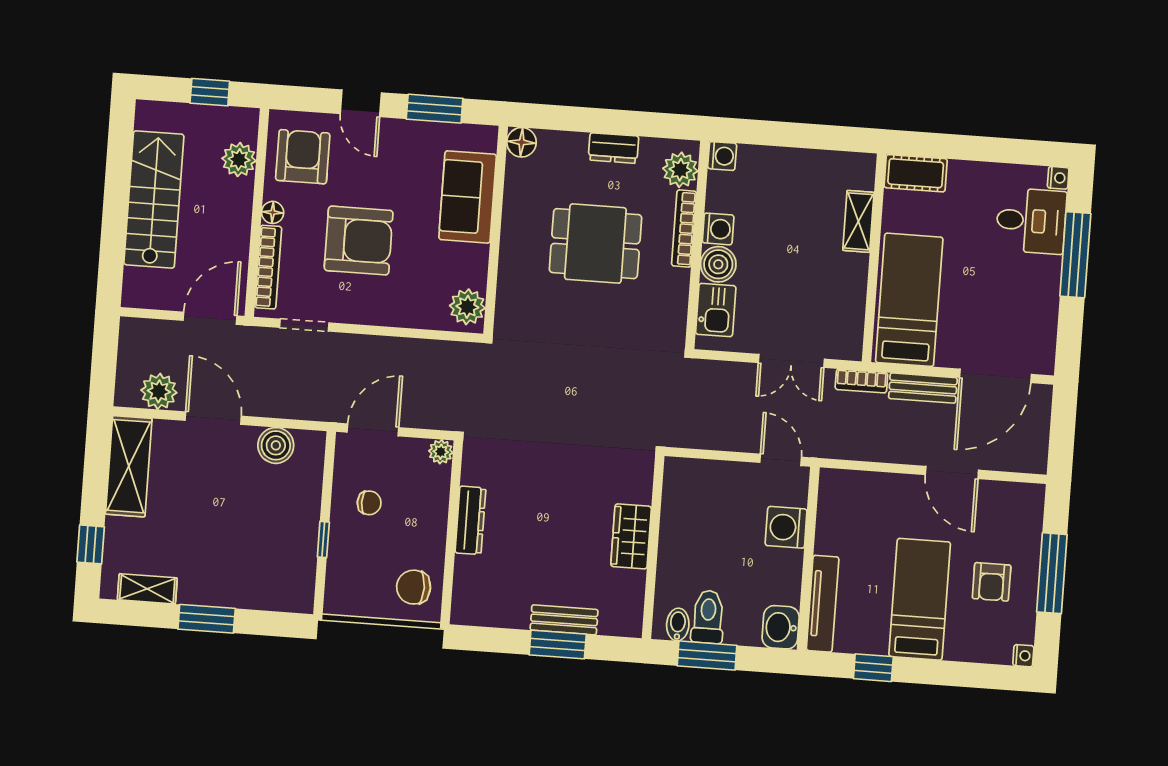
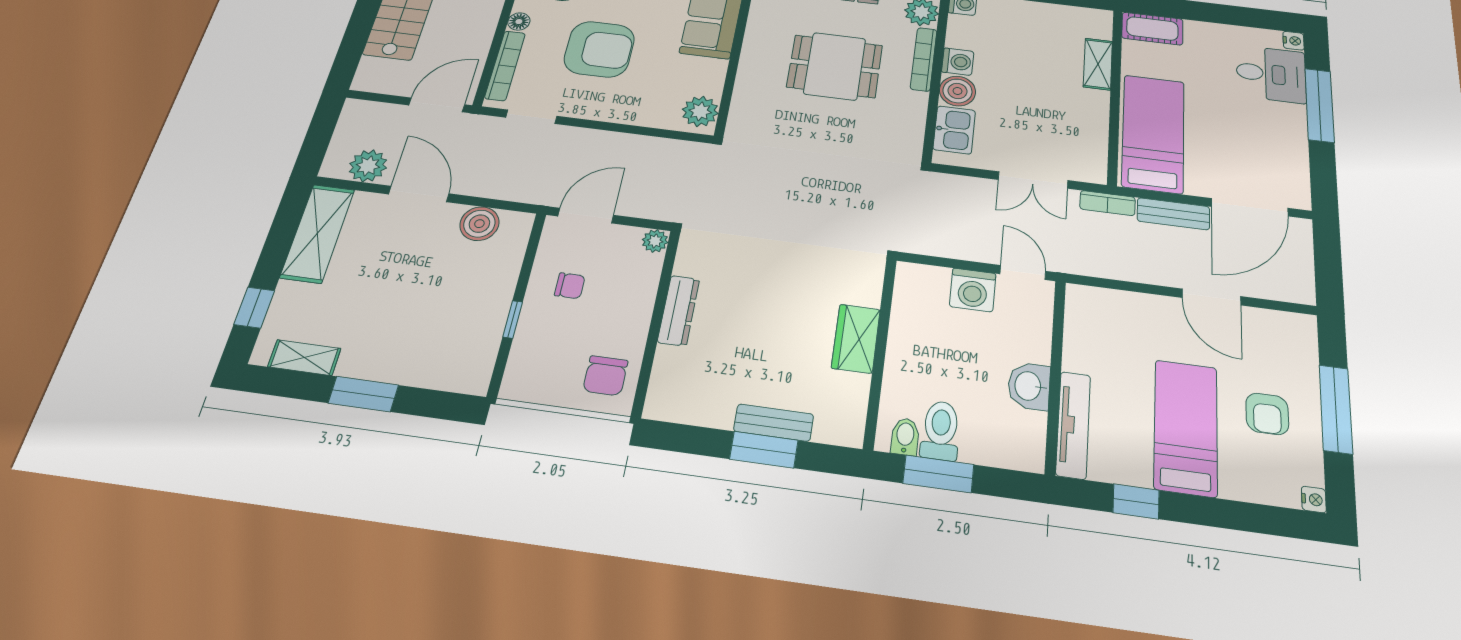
washing machine: (786, 527) -> (973, 290), moved, turned -90
chair: (414, 587) -> (605, 376), turned -90
washbasin: (781, 627) -> (1029, 386), moved

